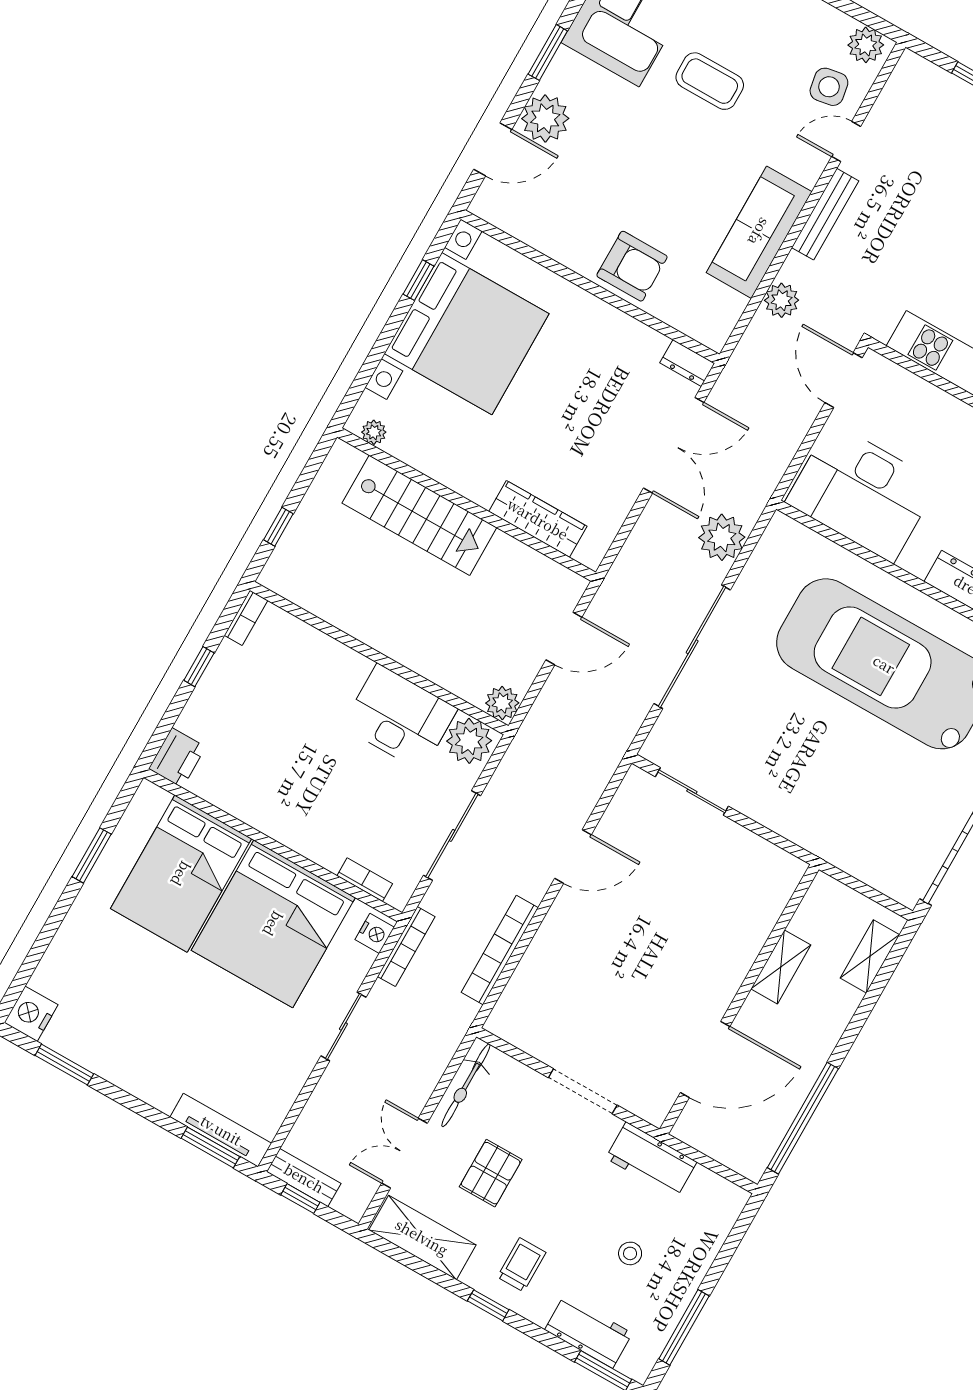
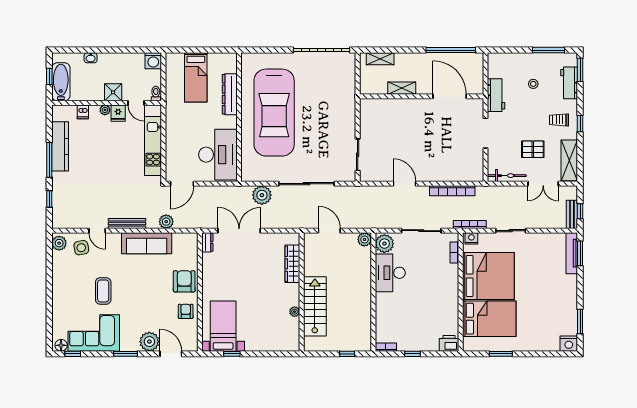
armchair: (566, 233) -> (186, 311), added
bed with nightstands: (467, 334) -> (223, 326), width x0.54
plant: (374, 432) -> (295, 312), moved

